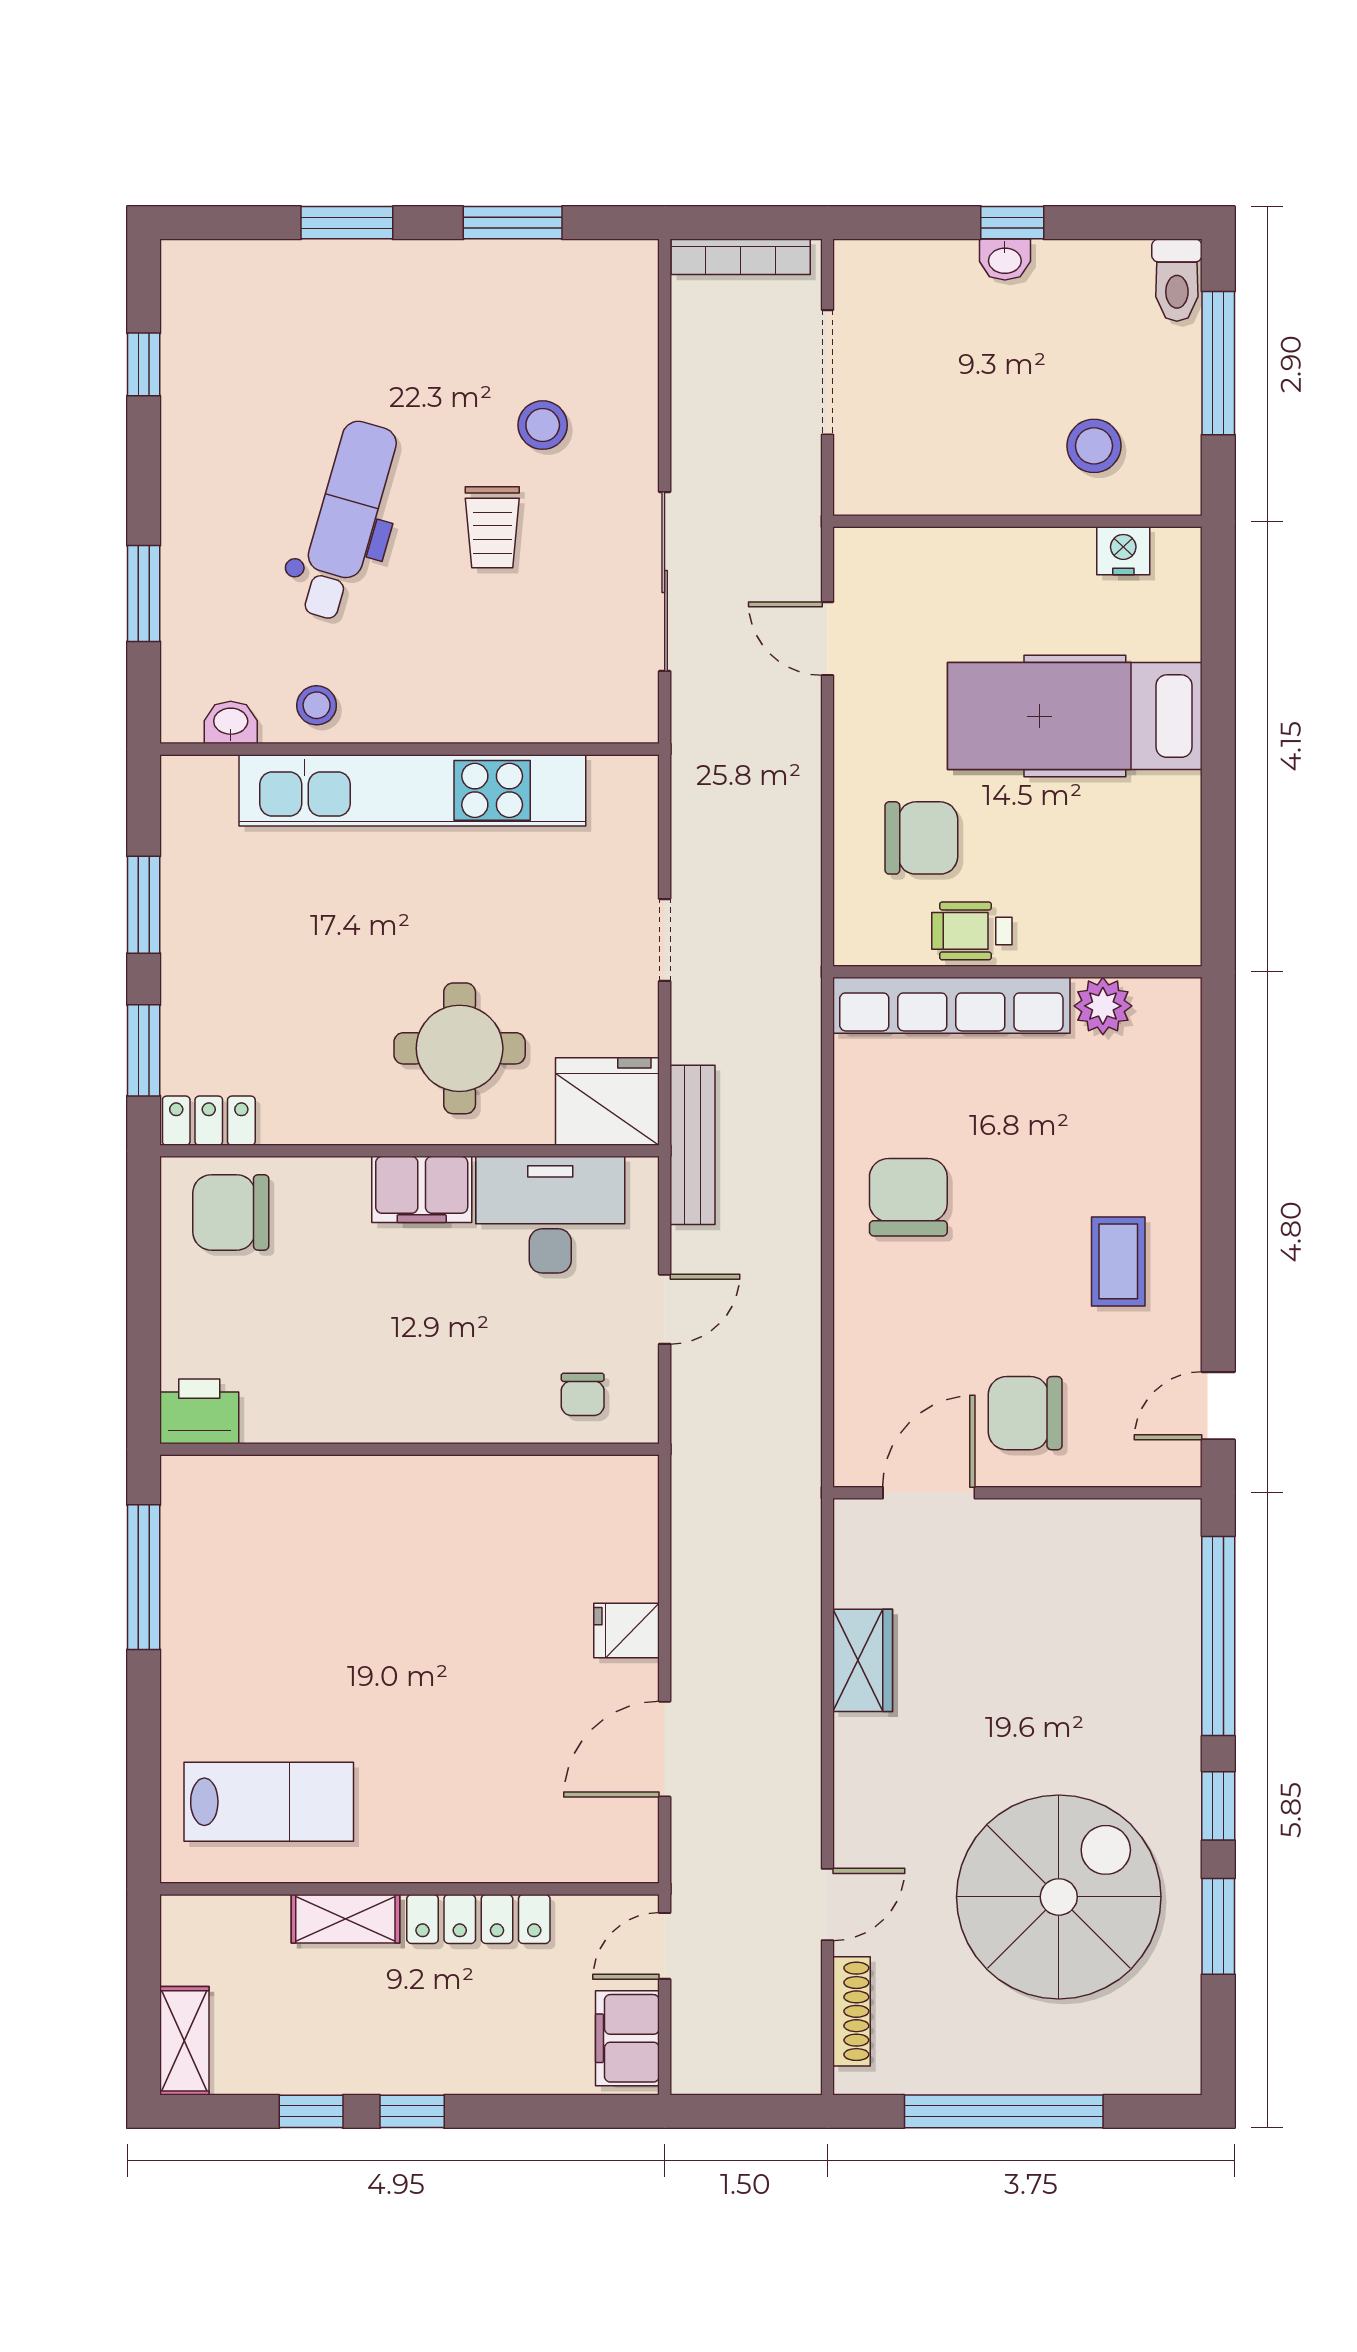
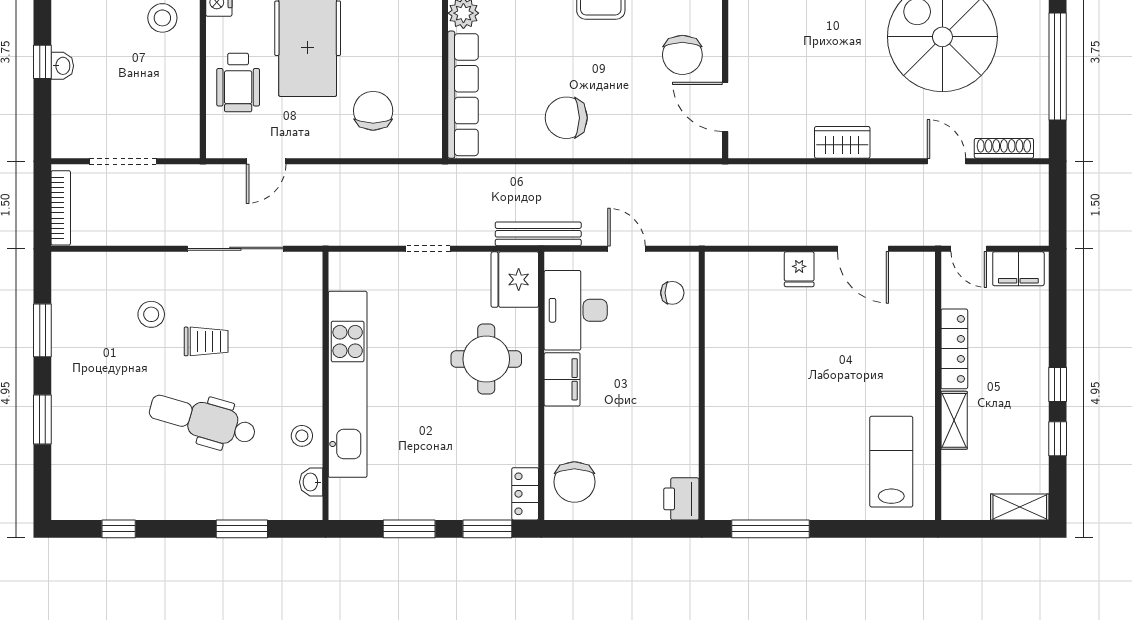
wheelchair: (972, 931) -> (238, 83), moved, width x1.36, depth x1.37
wardrobe: (863, 1660) -> (842, 142), moved

